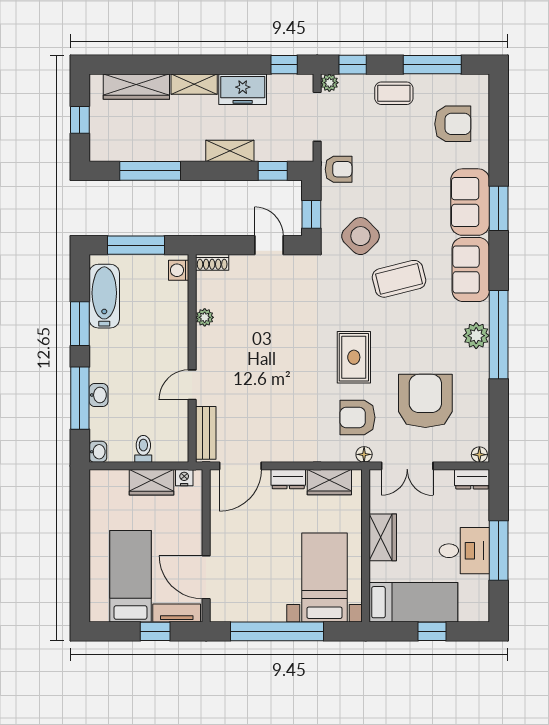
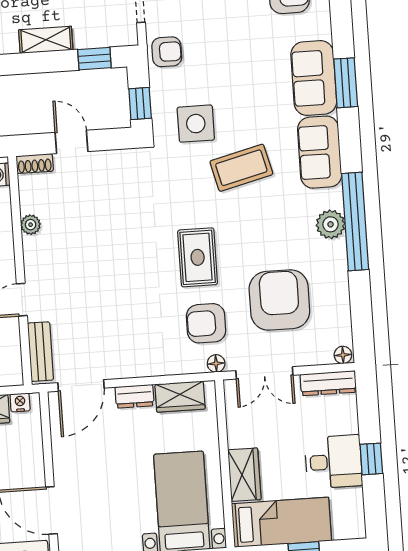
side table: (361, 236) -> (196, 124), turned 45
door: (269, 245) -> (71, 142), moved
dresser: (472, 479) -> (328, 383), width x1.44
wardrobe: (383, 537) -> (244, 475), moved
window: (499, 550) -> (371, 459), width x0.46

